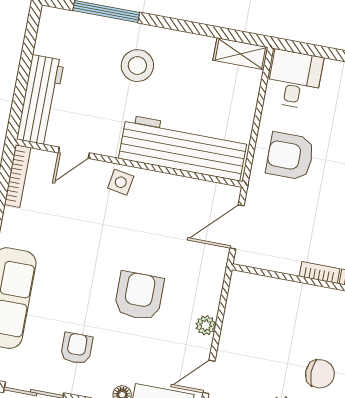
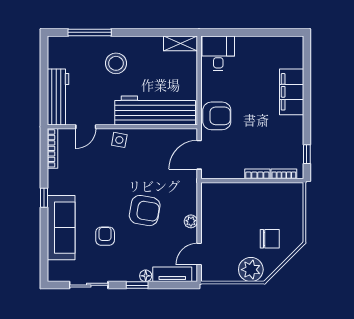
armchair: (290, 156) -> (217, 116), moved, turned 180
armchair: (139, 296) -> (145, 211), turned 100
armchair: (77, 348) -> (105, 236), moved

